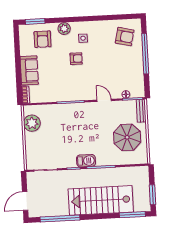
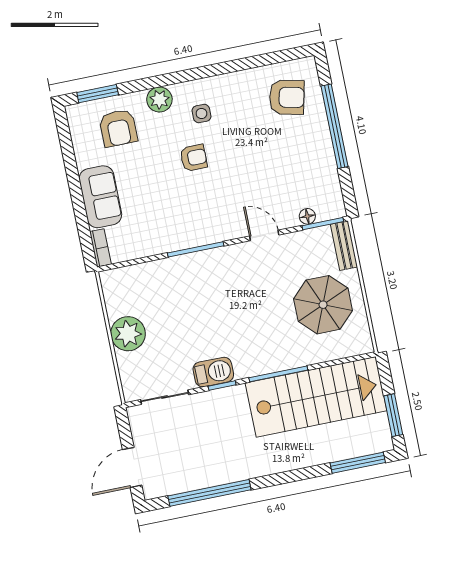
plant: (32, 123) -> (128, 334), moved
barbecue: (86, 161) -> (213, 372), moved
stairs: (101, 200) -> (316, 397), moved, turned 180

